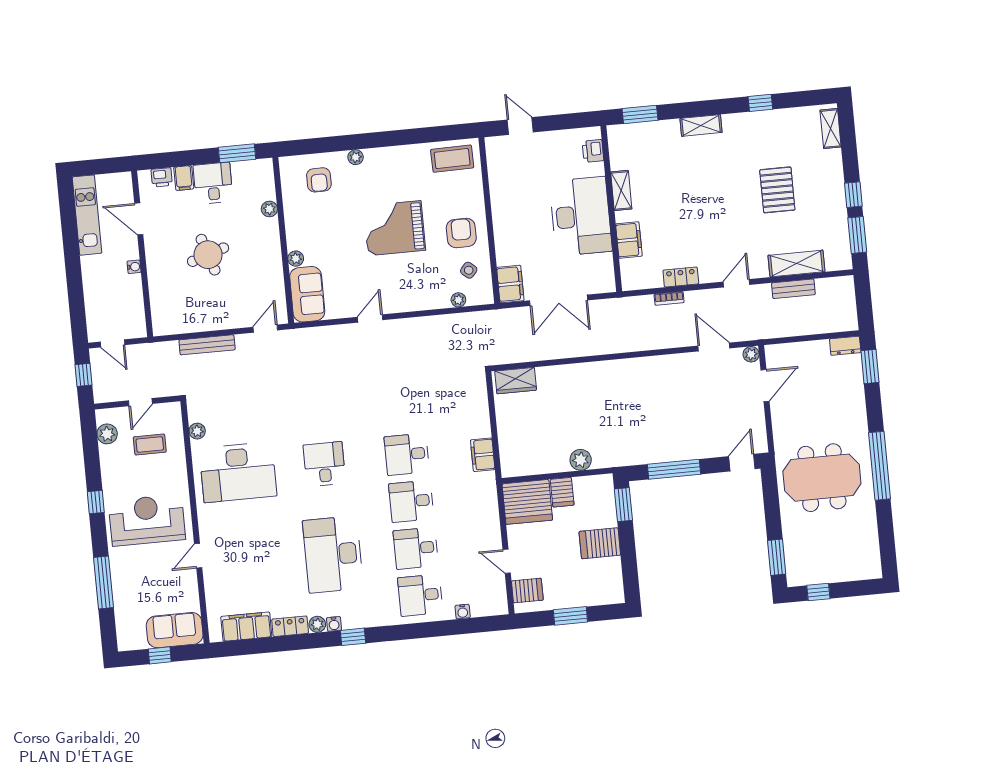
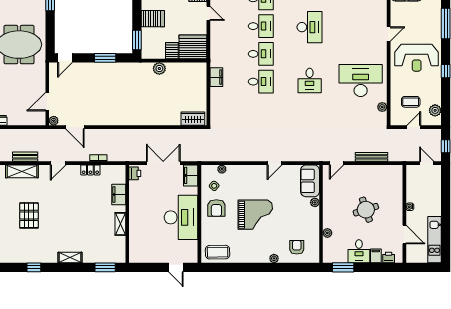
printer: (593, 151) -> (135, 173), moved
desk: (581, 216) -> (181, 217), moved, turned 180
window: (674, 469) -> (105, 58), width x0.69
desk: (333, 554) -> (310, 27), width x0.73, depth x0.77

